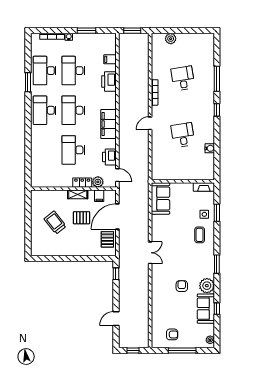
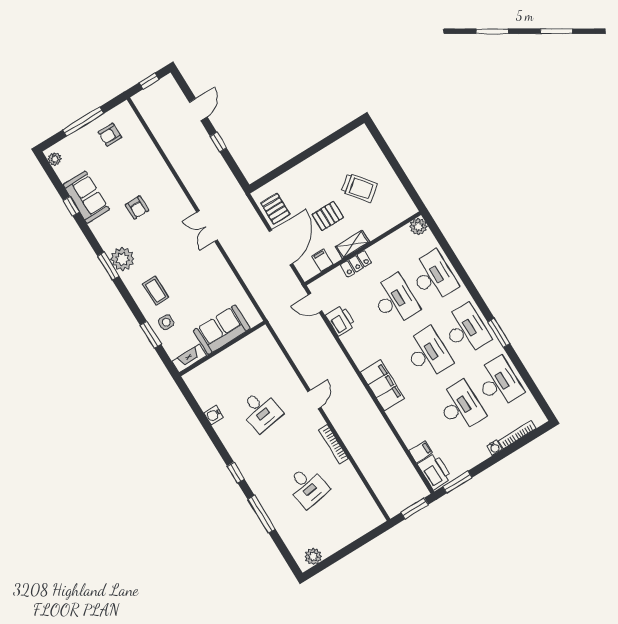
window: (86, 31) -> (457, 482), moved
plant: (171, 39) -> (313, 556), moved
printer: (109, 81) -> (435, 471), moved
window: (28, 82) -> (499, 333), moved
filing cabinet: (108, 124) -> (382, 385), moved
desk: (45, 150) -> (433, 276), added
plant: (98, 182) -> (418, 227), moved
sofa: (160, 198) -> (222, 330), moved, turned 90
window: (116, 274) -> (218, 142), moved
plant: (207, 286) -> (122, 259), moved

